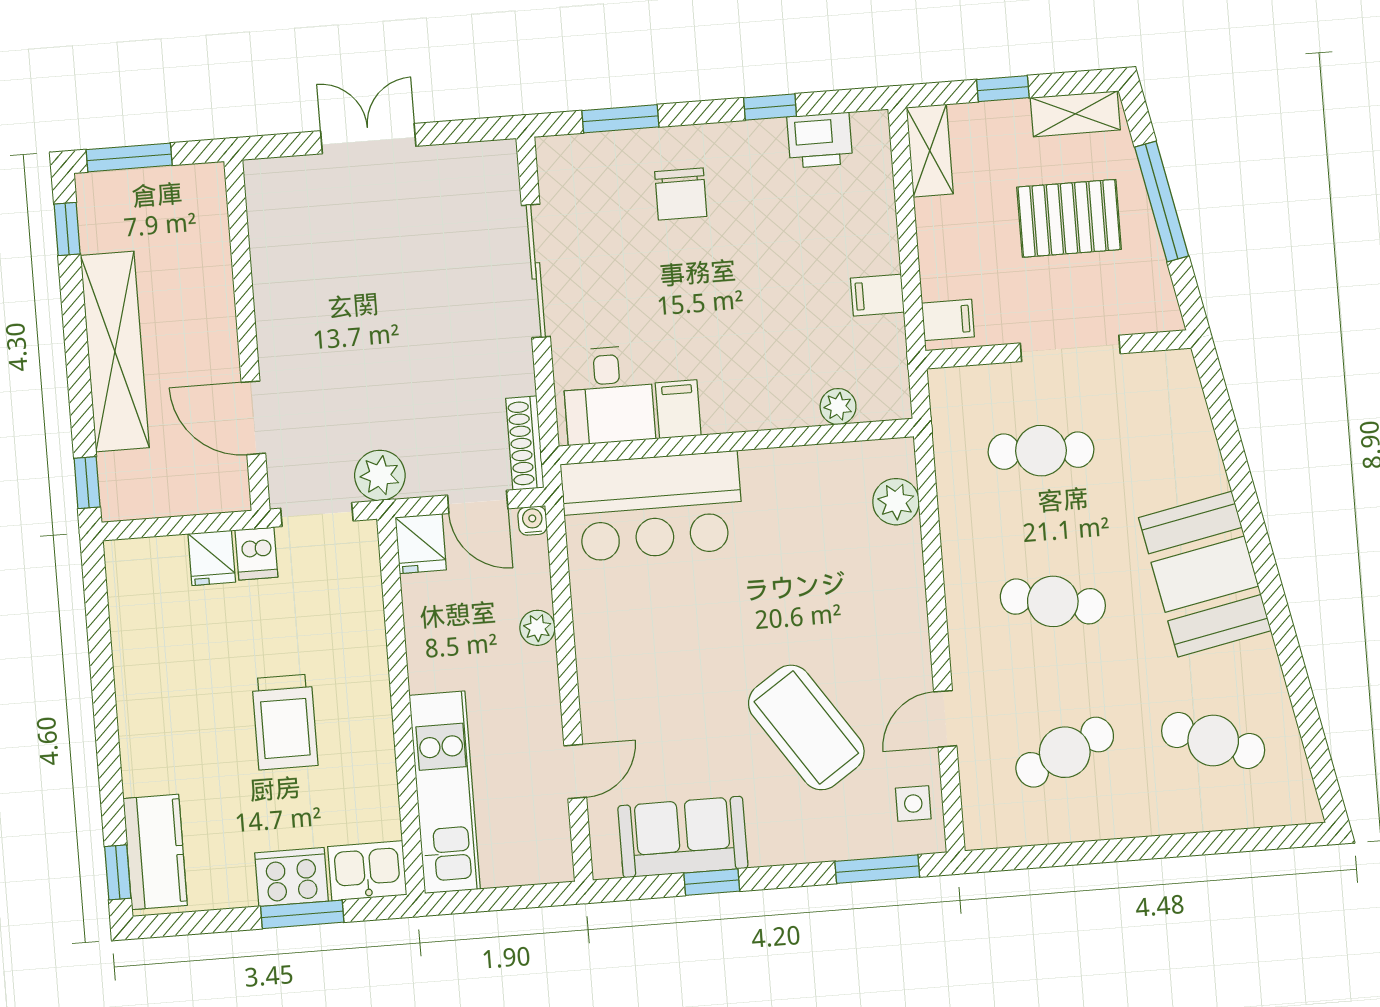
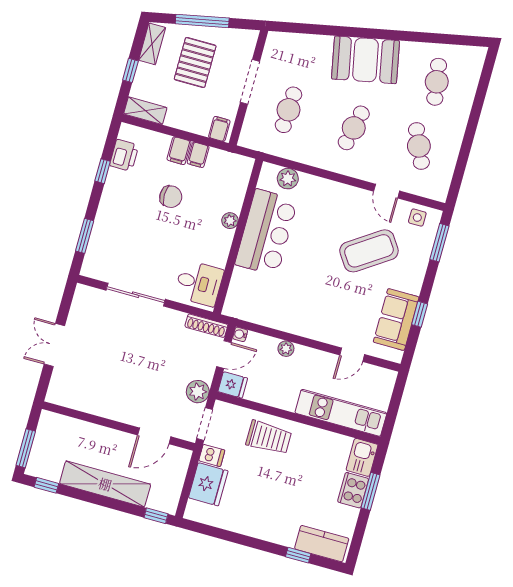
chair: (681, 194) -> (171, 197), moved
plant: (838, 406) -> (230, 221), moved
filing cabinet: (678, 409) -> (179, 151), moved, turned -90
bar counter: (652, 507) -> (266, 232), moved
fridge: (212, 558) -> (208, 484), width x1.88, depth x1.34
trolley: (285, 722) -> (269, 438), moved
cafe table: (1213, 740) -> (437, 82), turned -30
door: (575, 772) -> (352, 355), swing flipped
window: (118, 872) -> (298, 555), moved

